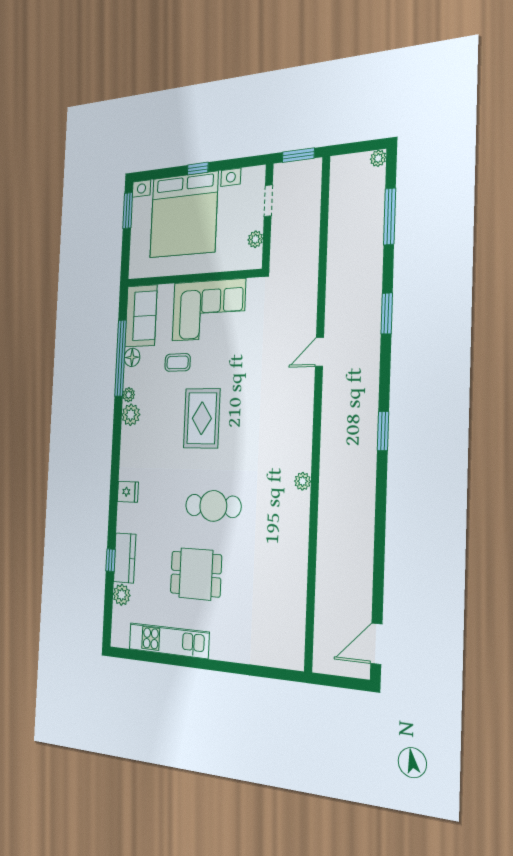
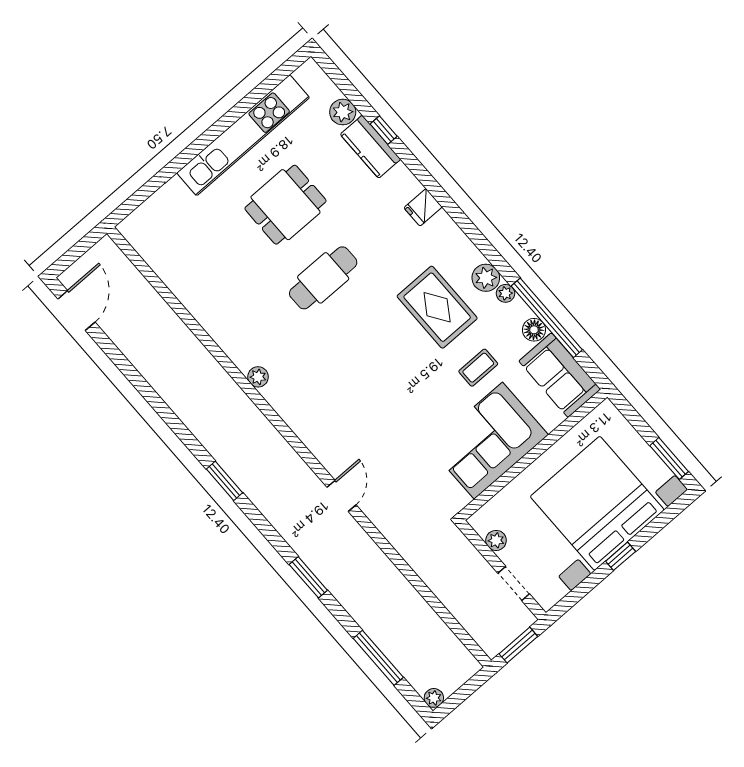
rug: (202, 418) -> (437, 307), moved
kitchen unit: (169, 641) -> (243, 135), width x1.36

